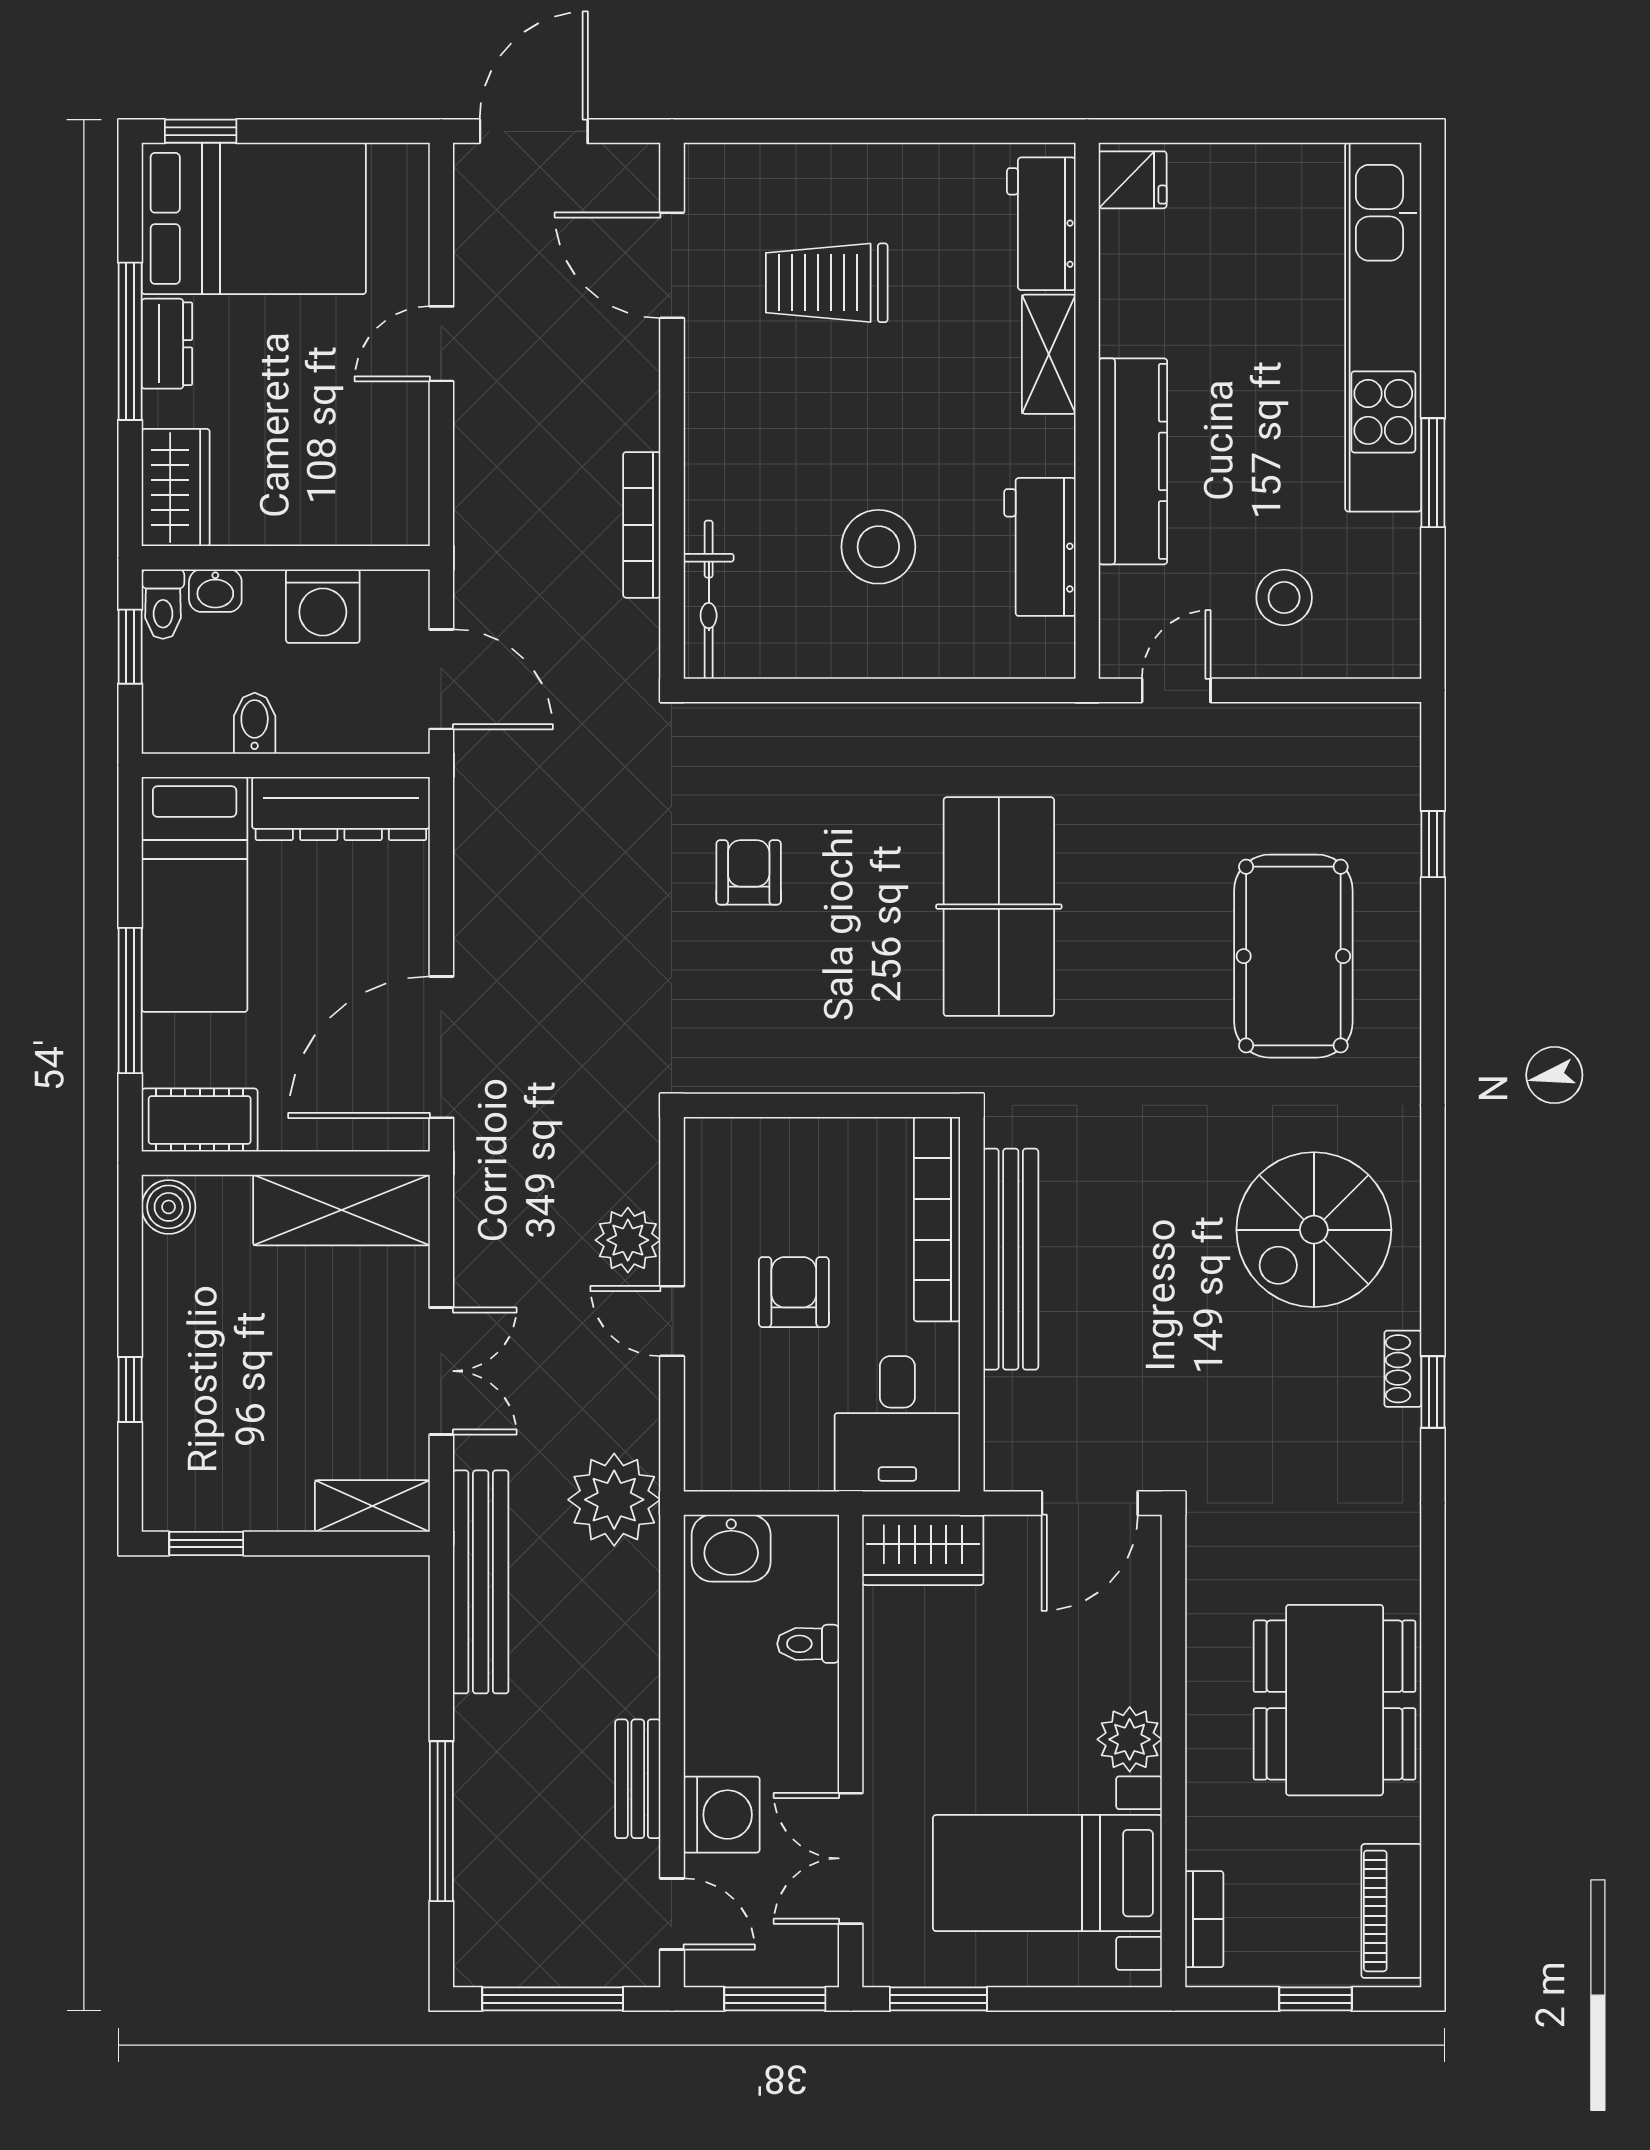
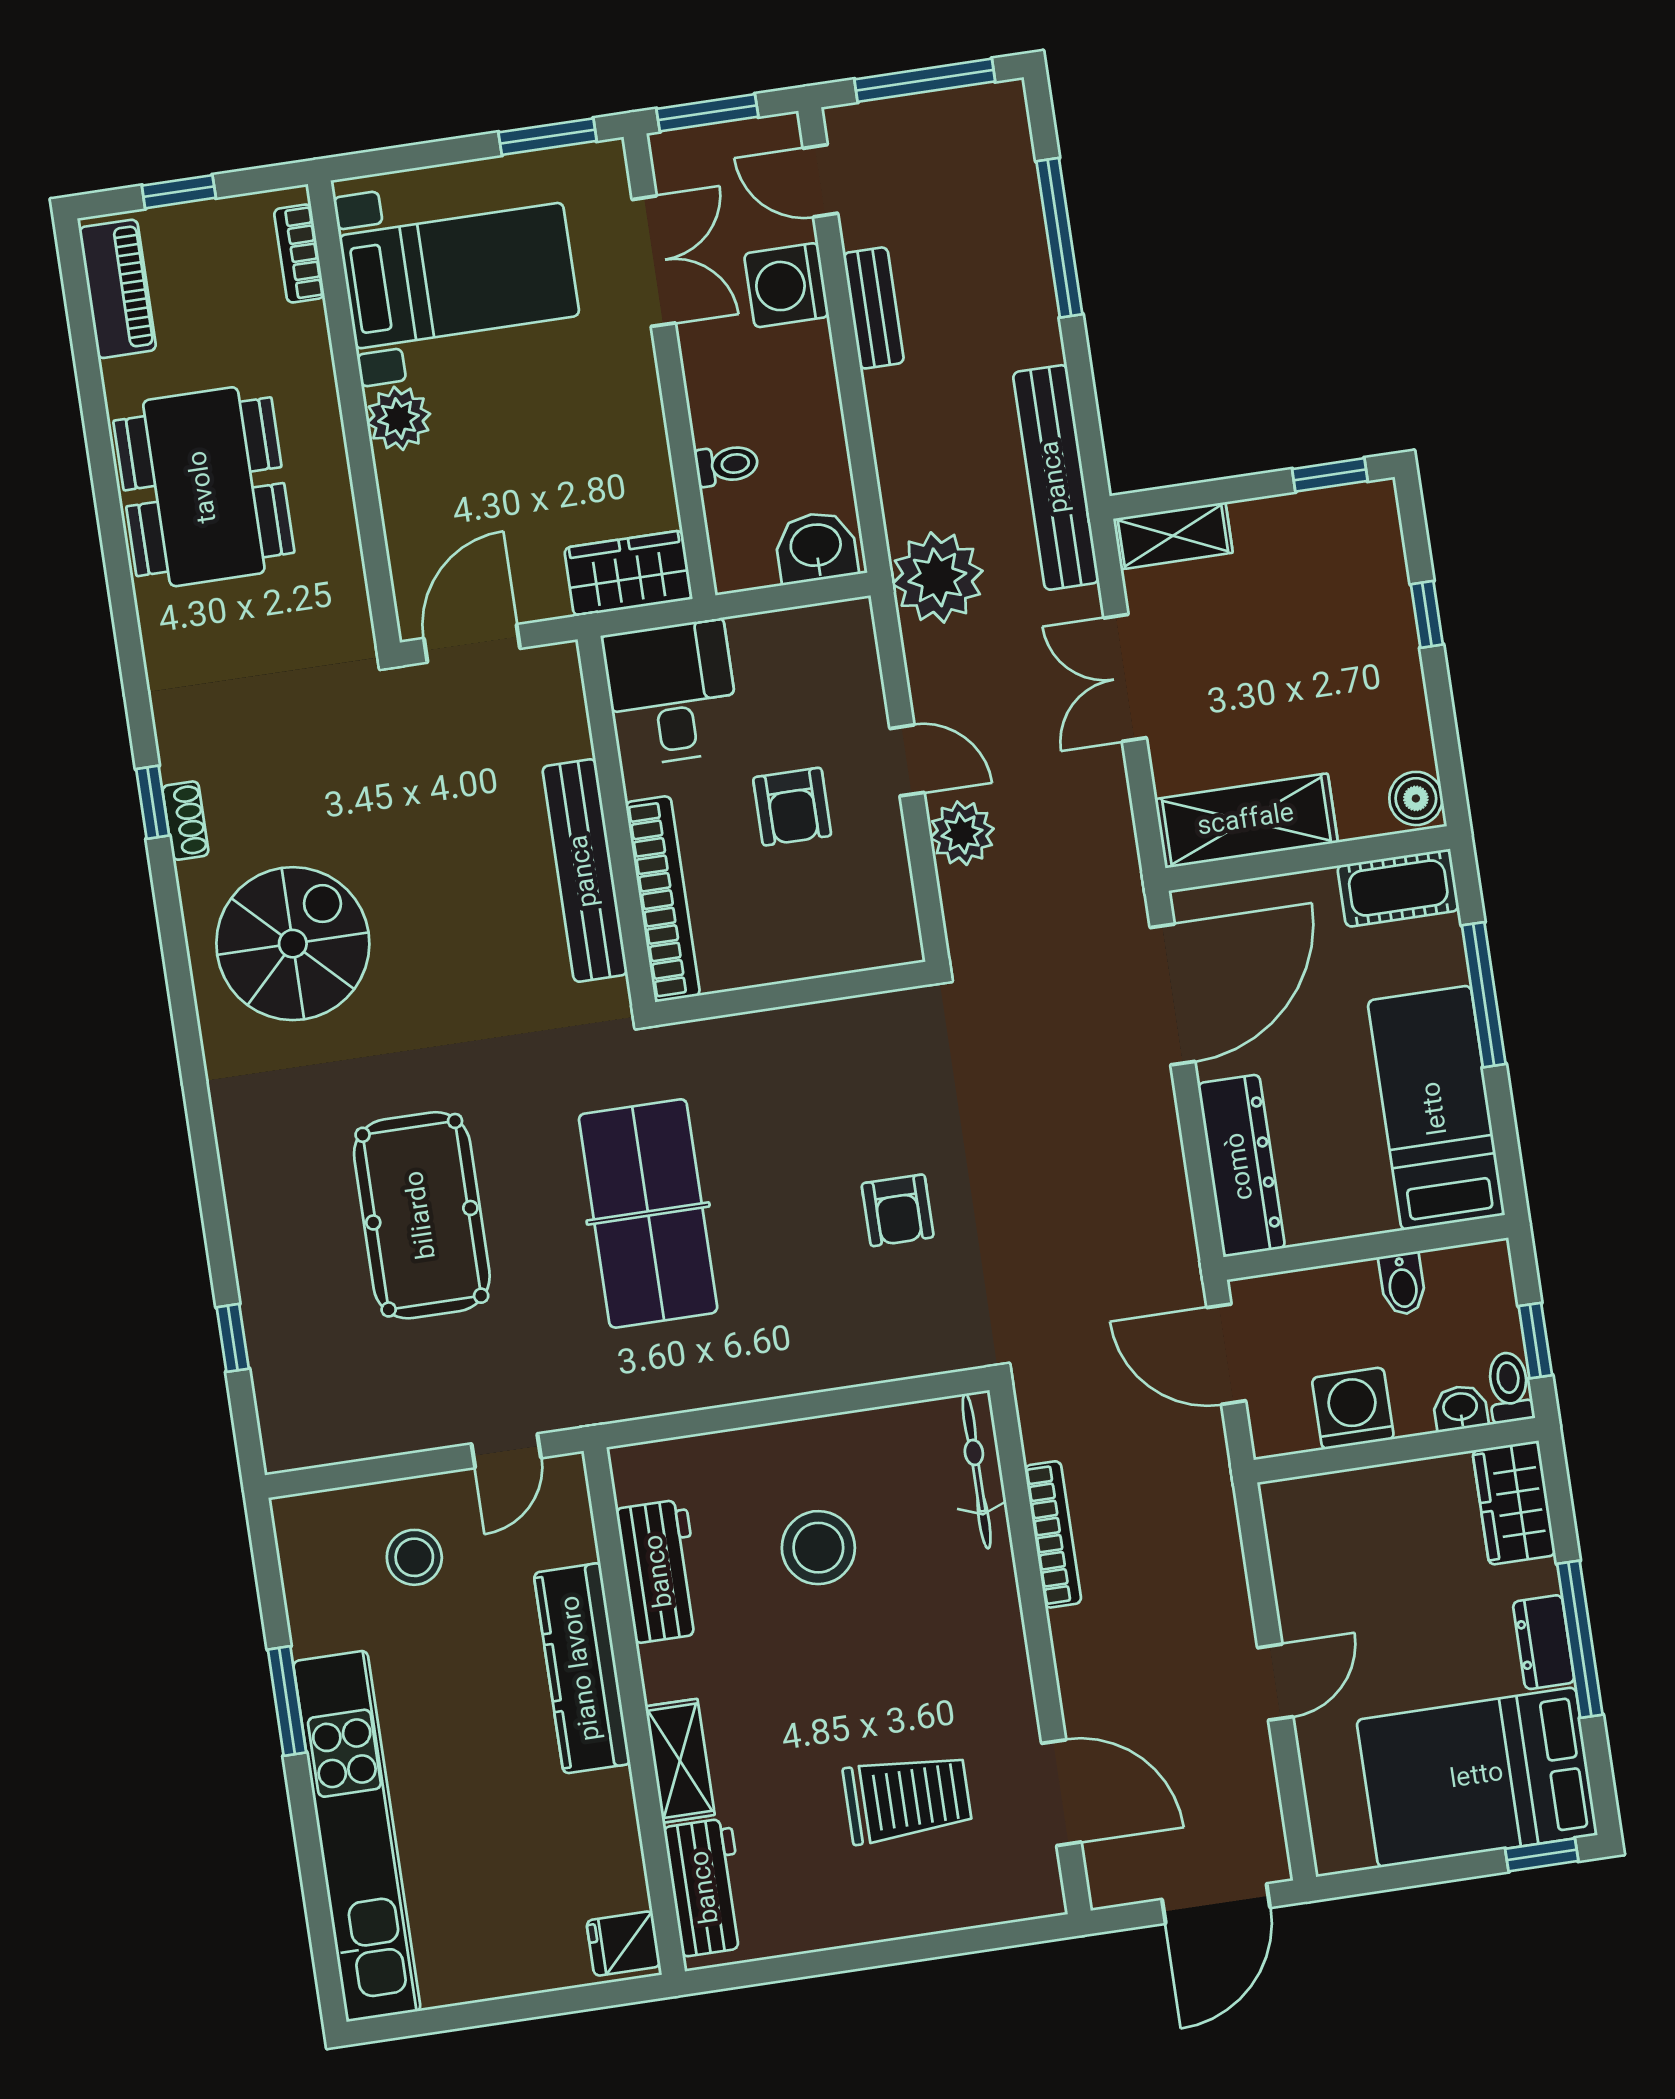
dresser: (341, 809) -> (1241, 1166), moved, turned 90
pool table: (1293, 956) -> (422, 1215), moved

